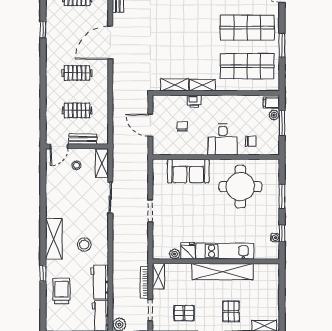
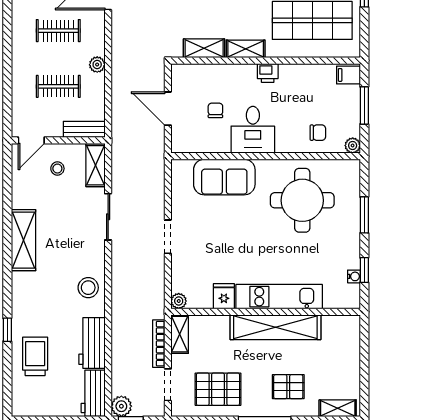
plant: (103, 96) -> (97, 65), added
printer: (194, 101) -> (268, 73), moved
plant: (274, 115) -> (353, 145), moved
bench: (83, 139) -> (84, 129), moved
desk: (223, 139) -> (253, 130), moved
shelving: (54, 239) -> (24, 240), moved
stool: (84, 245) -> (88, 288), moved
plant: (175, 254) -> (179, 301), moved
pallet: (231, 311) -> (288, 387), turned 90
pallet: (184, 313) -> (218, 389), width x1.50, depth x1.42

